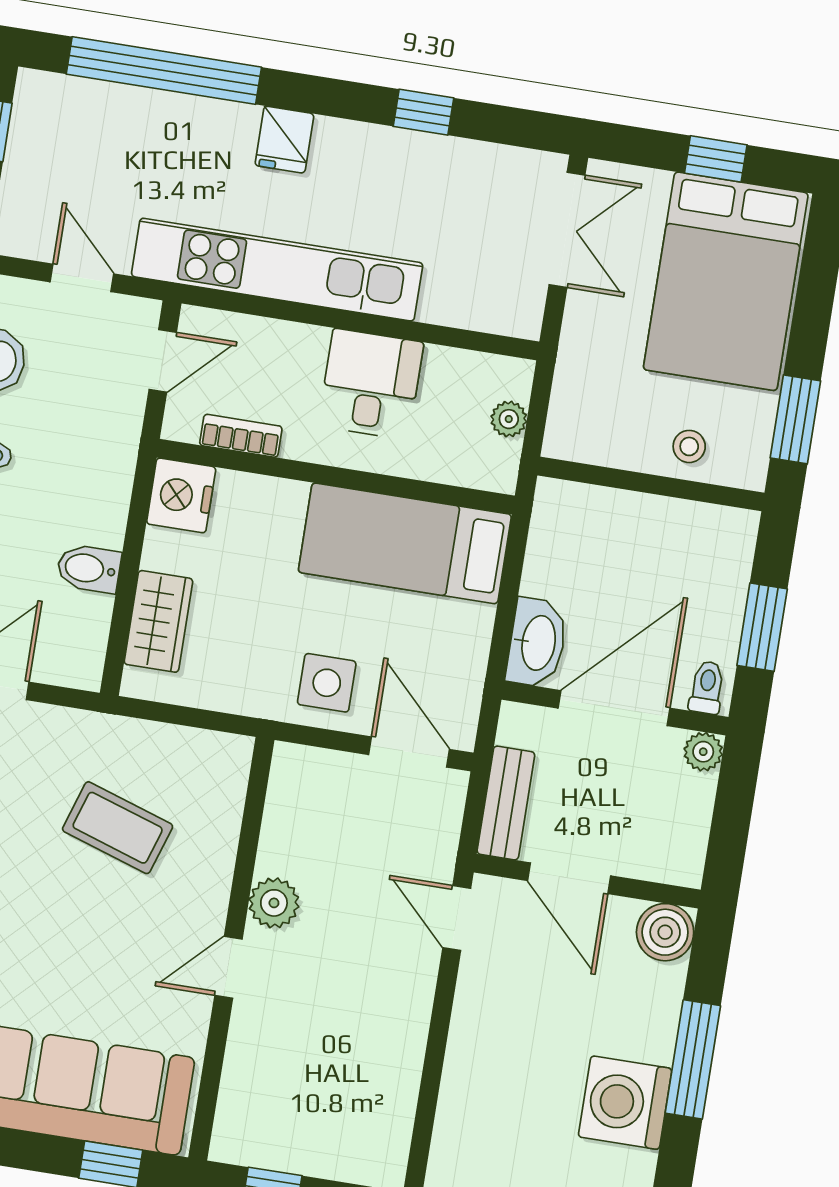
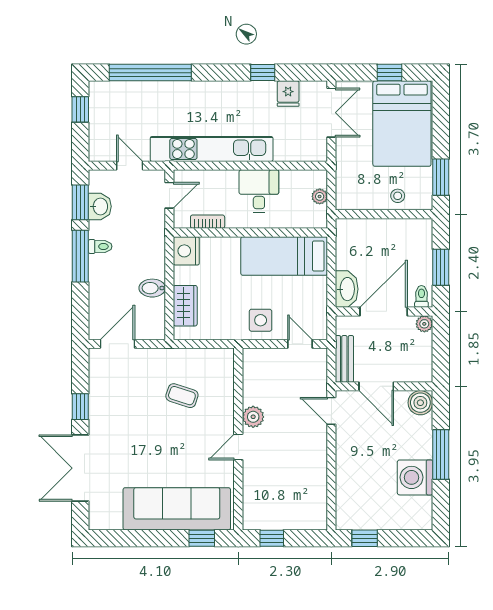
fridge: (284, 140) -> (288, 94), moved
door: (409, 752) -> (300, 344), width x0.73
coffee table: (118, 828) -> (182, 396), width x0.73, depth x0.77

